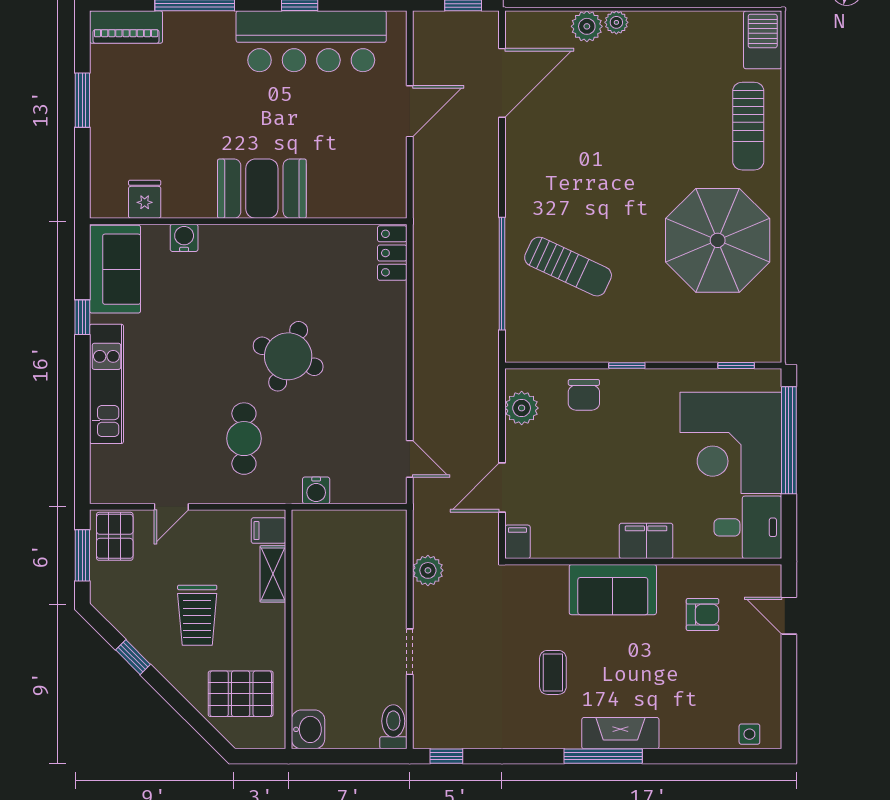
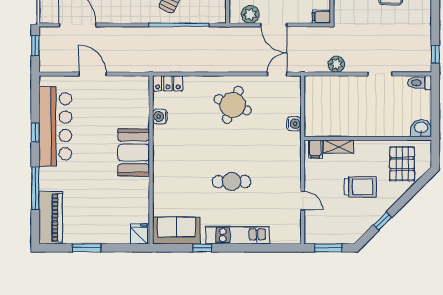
piano: (126, 27) -> (51, 218), width x1.37, depth x1.33
fridge: (145, 199) -> (139, 234), moved, turned 90
water cooler: (184, 238) -> (160, 116), moved
round table: (288, 356) -> (233, 105), moved
cafe table: (244, 439) -> (232, 182), moved
door: (502, 487) -> (274, 25), moved
pallet: (115, 536) -> (318, 231), removed

